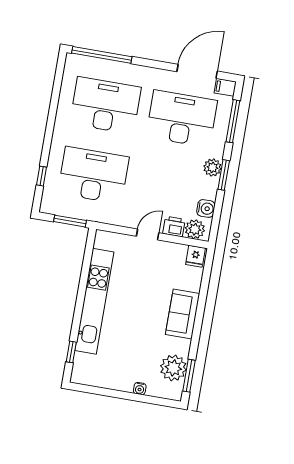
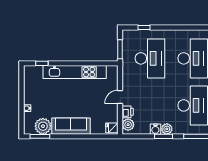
water cooler: (206, 208) -> (155, 129), moved
door: (148, 235) -> (120, 97), swing flipped
sofa: (183, 314) -> (71, 126), width x1.36

